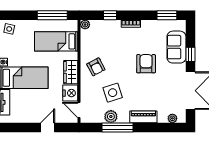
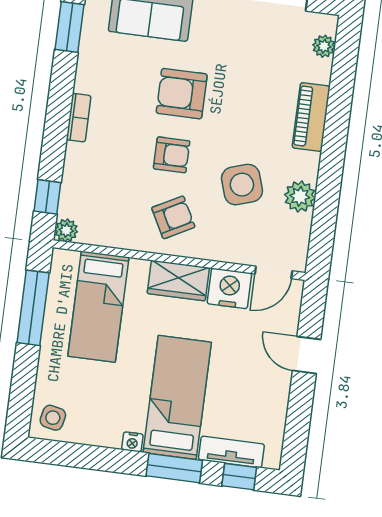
window: (110, 15) -> (47, 197), moved
armchair: (121, 63) -> (172, 155), added
window: (118, 128) -> (329, 184), removed

